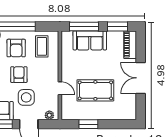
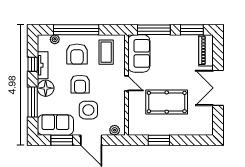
sofa: (90, 40) -> (139, 53), moved, turned -90
armchair: (19, 75) -> (80, 84), turned 180
door: (60, 88) -> (126, 83), moved

